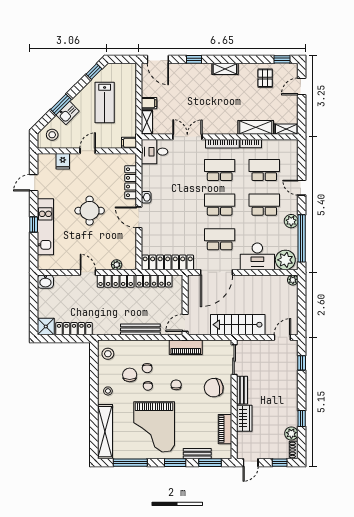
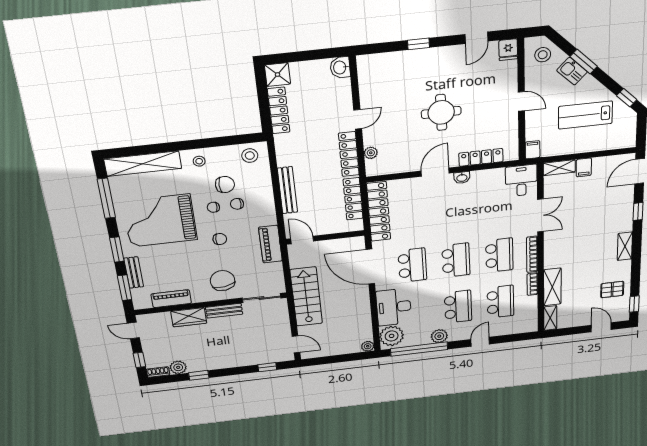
fridge: (63, 161) -> (508, 50), moved, turned -90
door: (34, 183) -> (476, 38), swing flipped
kitchen unit: (45, 227) -> (416, 59), removed

